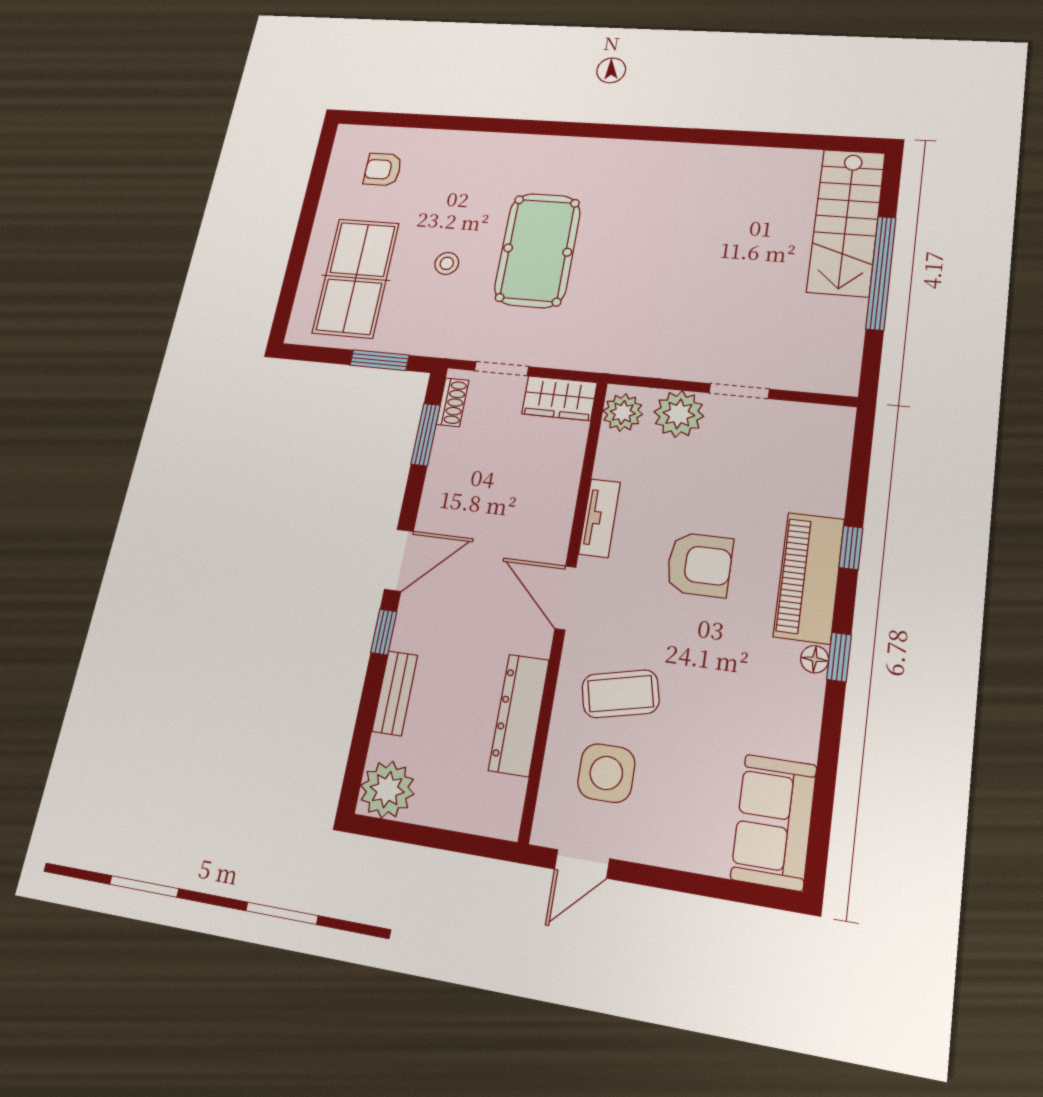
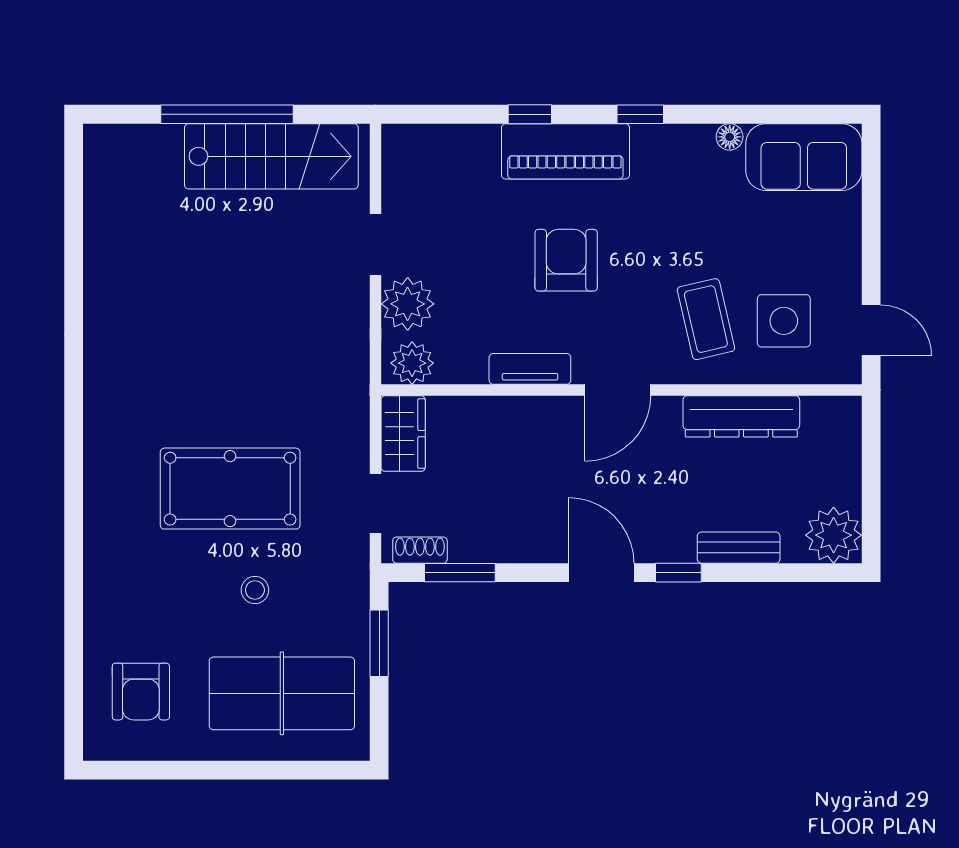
armchair: (383, 170) -> (141, 692), width x1.38, depth x1.38
stairs: (846, 222) -> (271, 156), moved
floor lamp: (815, 659) -> (730, 137), moved

